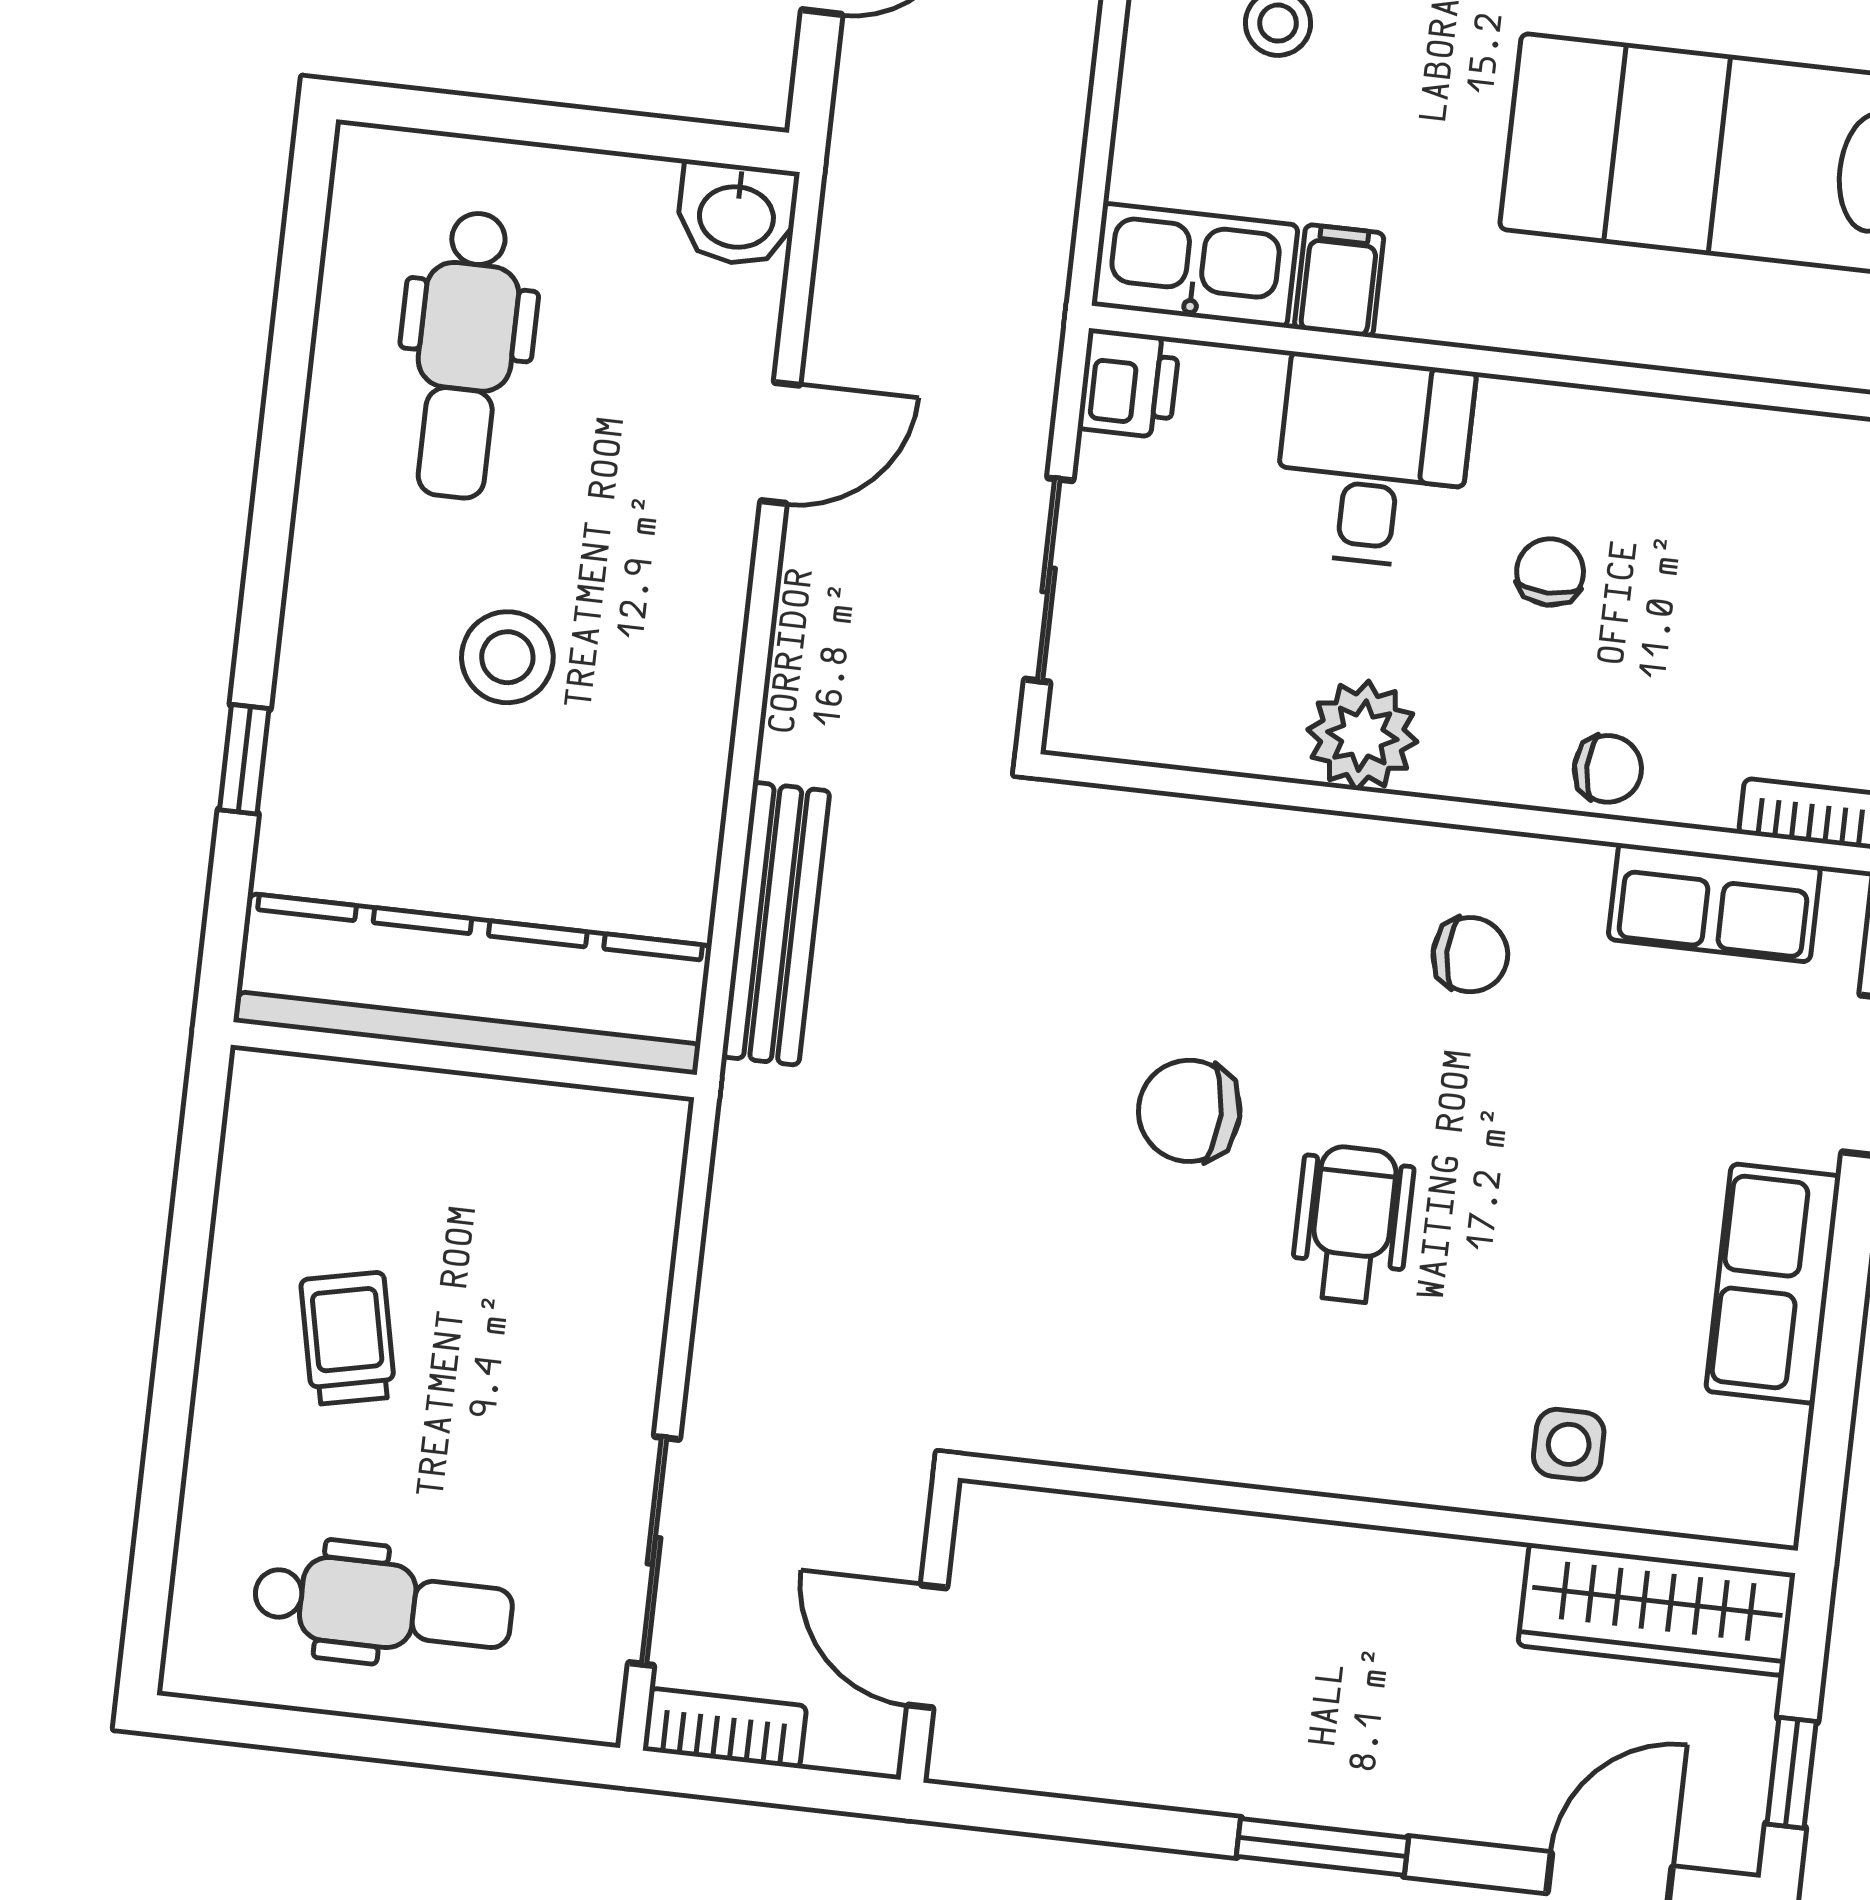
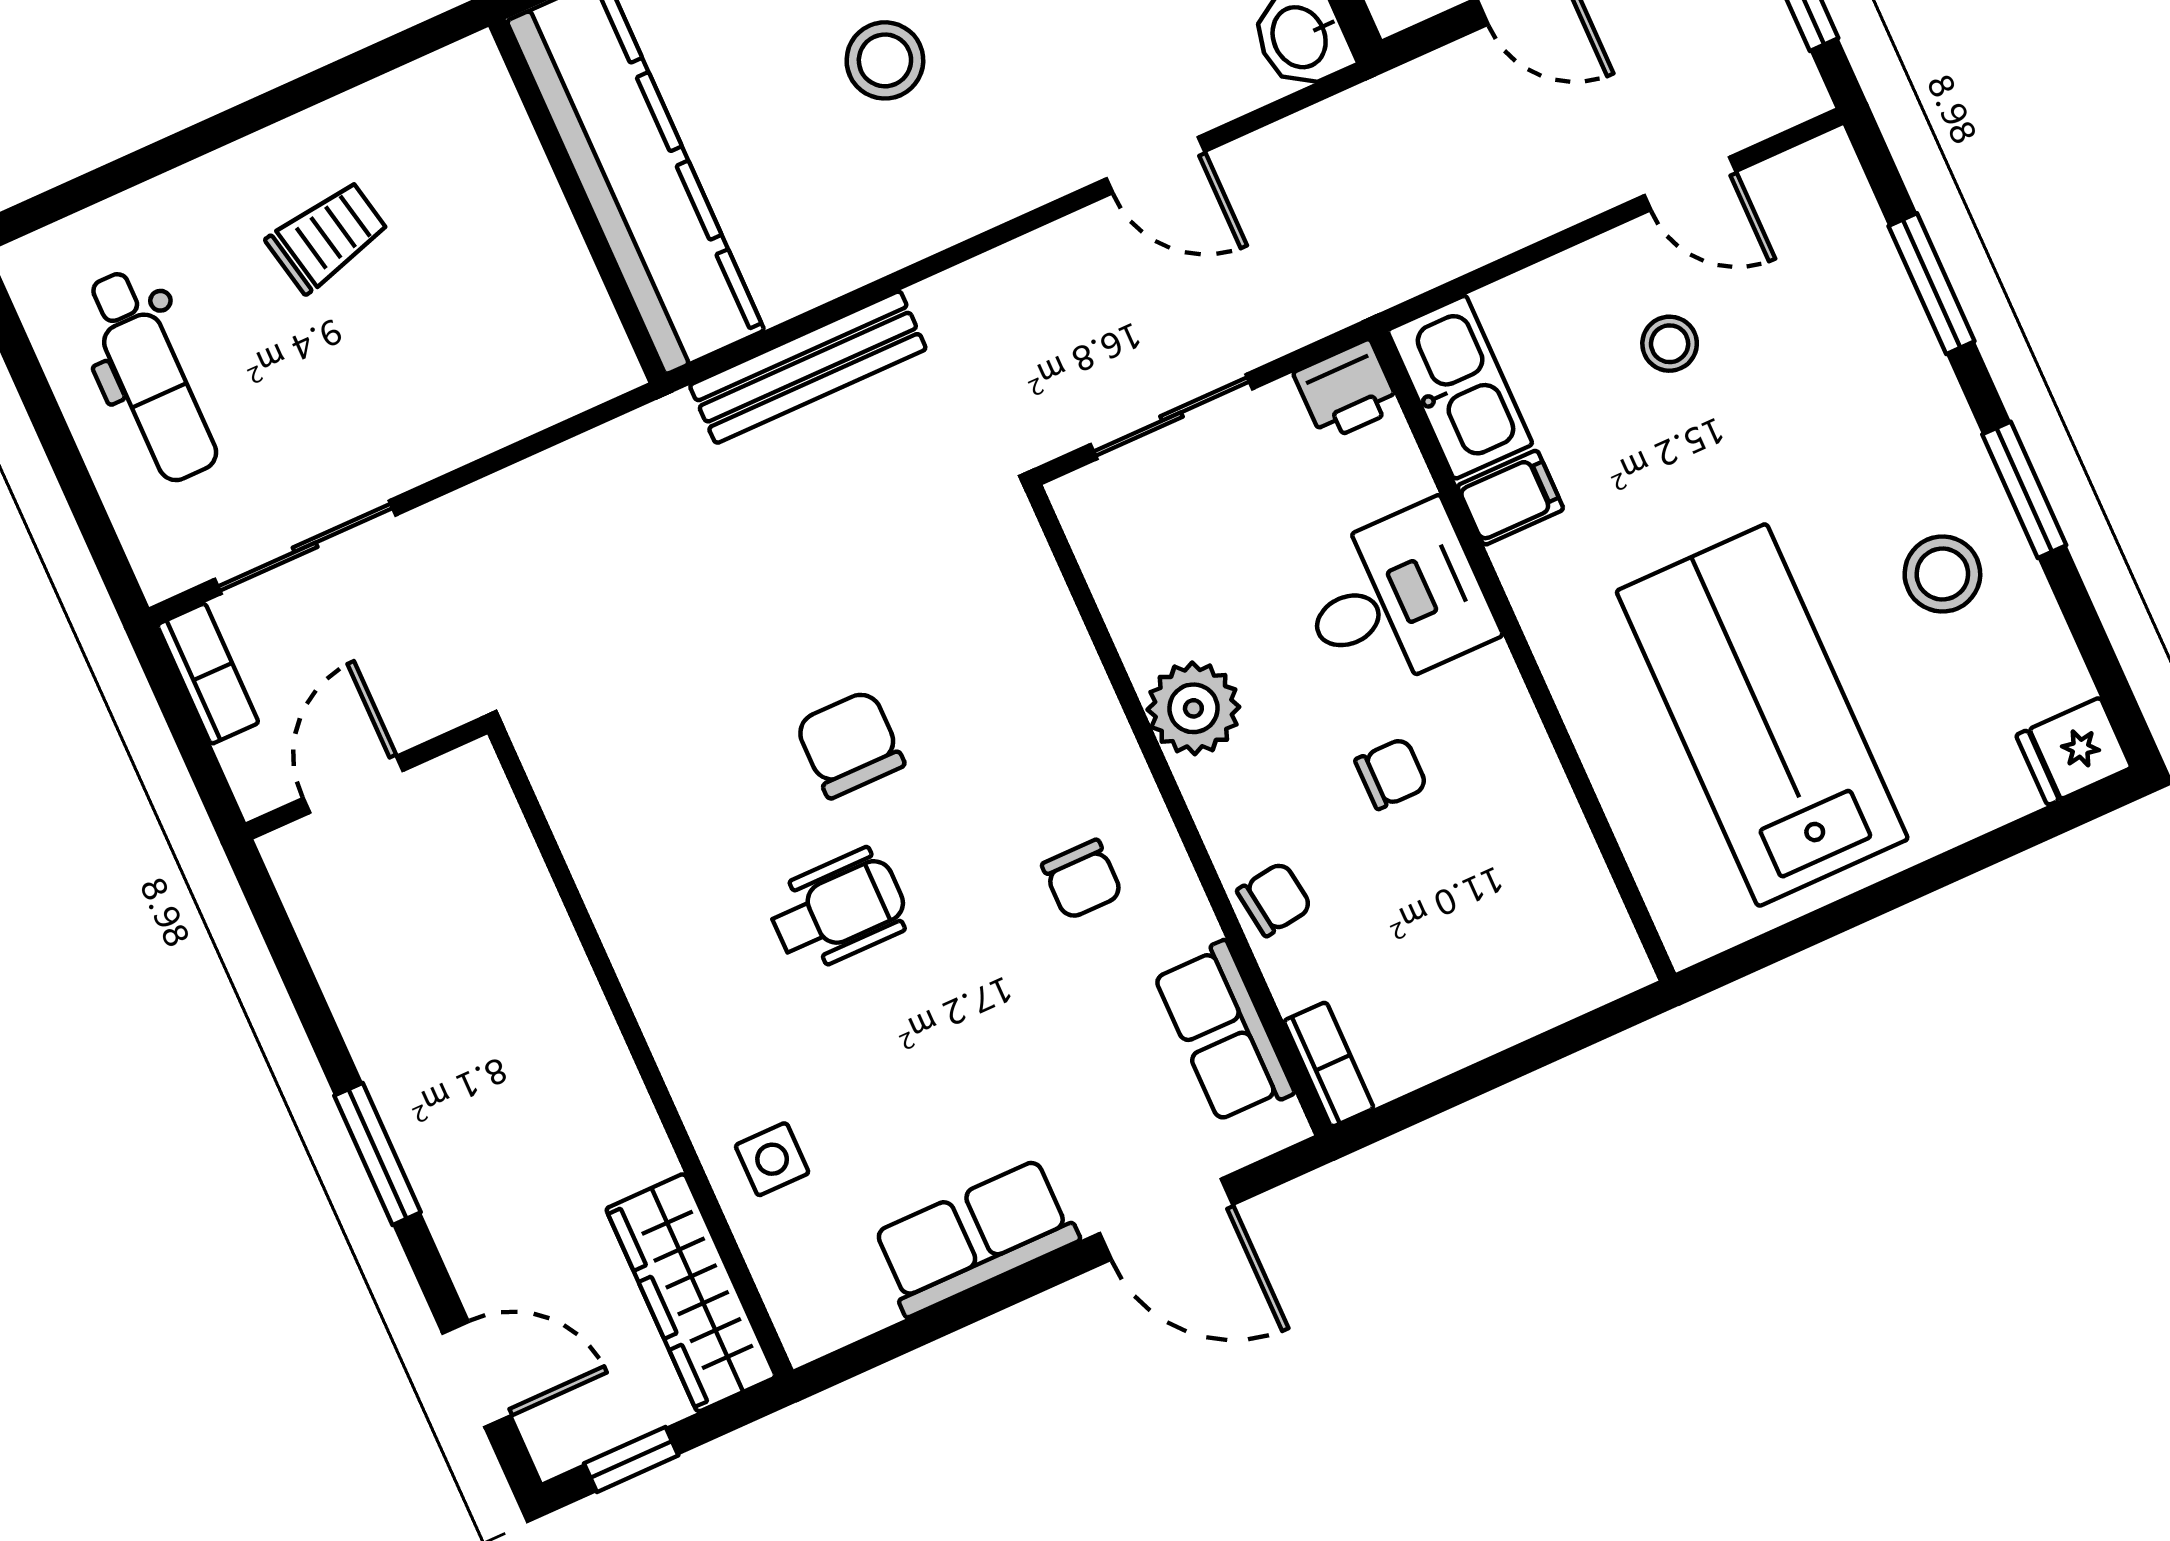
chair: (1608, 769) -> (1274, 899), turned -98

